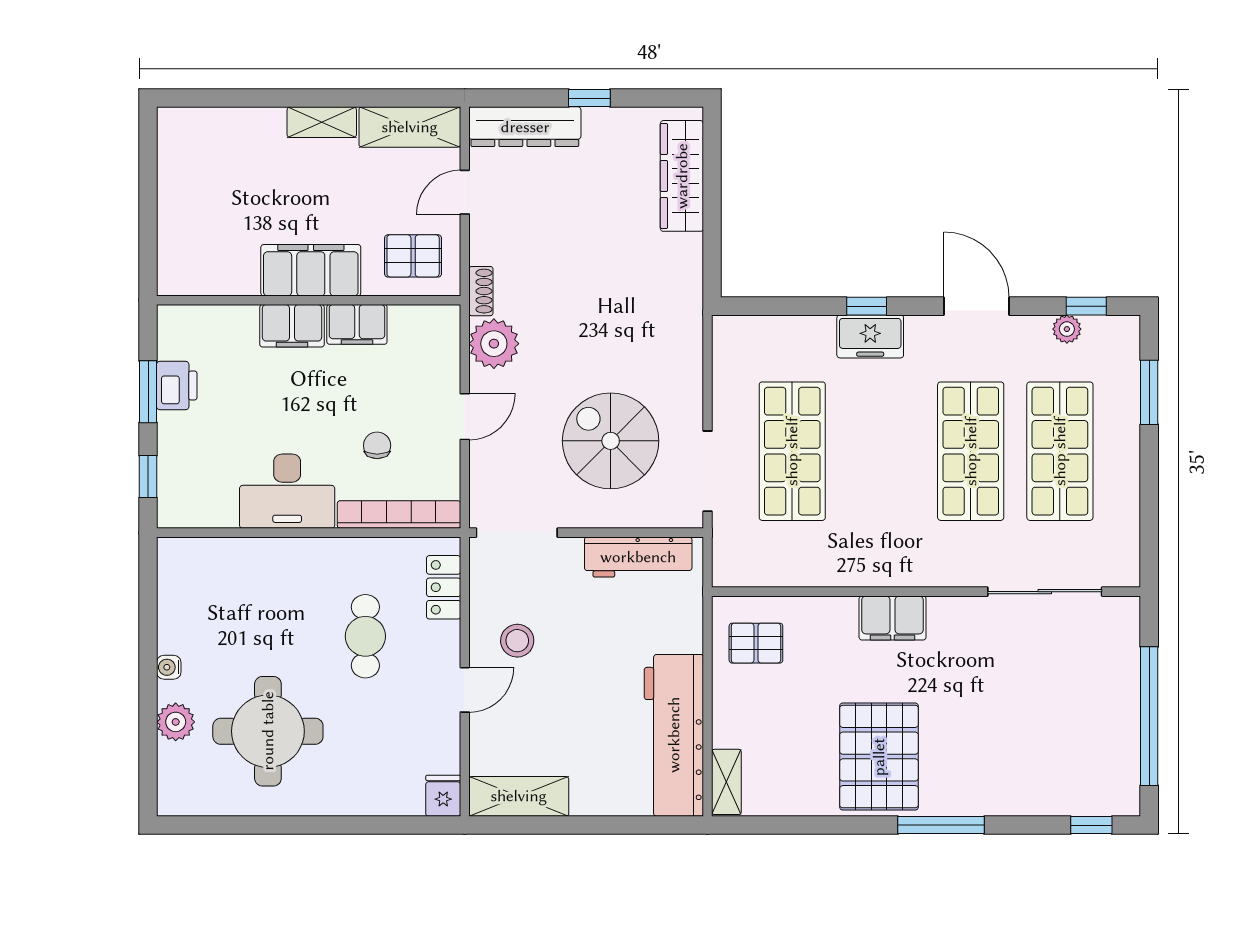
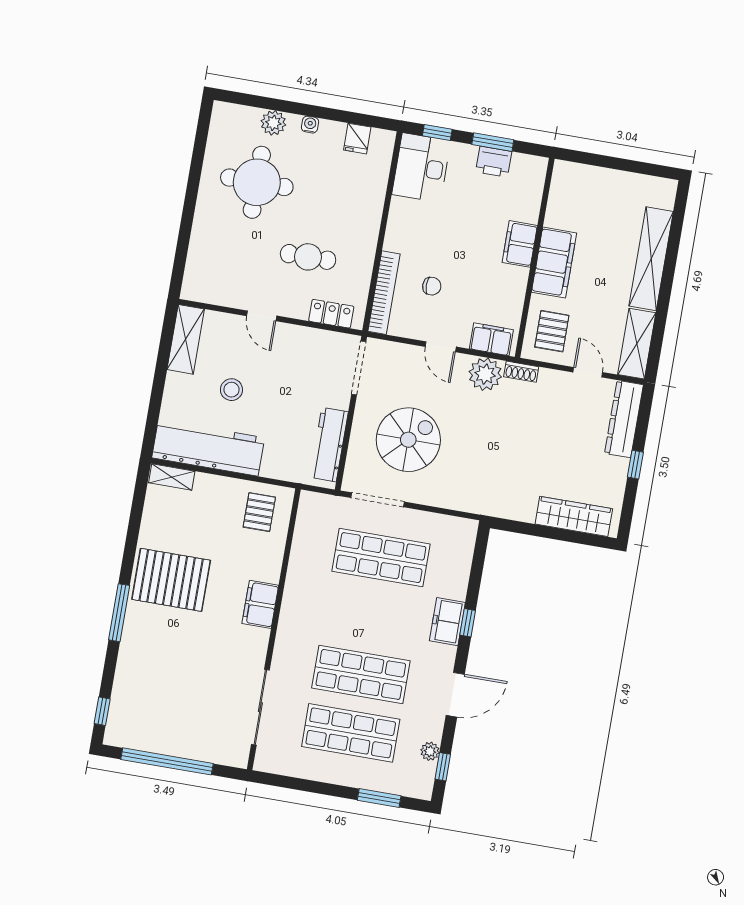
shelving: (322, 122) -> (651, 259), width x2.20, depth x1.33
filing cabinet: (357, 324) -> (491, 339), moved, turned 90
desk: (287, 491) -> (421, 168), moved
stool: (517, 641) -> (231, 390), moved
fridge: (443, 796) -> (357, 139), moved, turned 90

